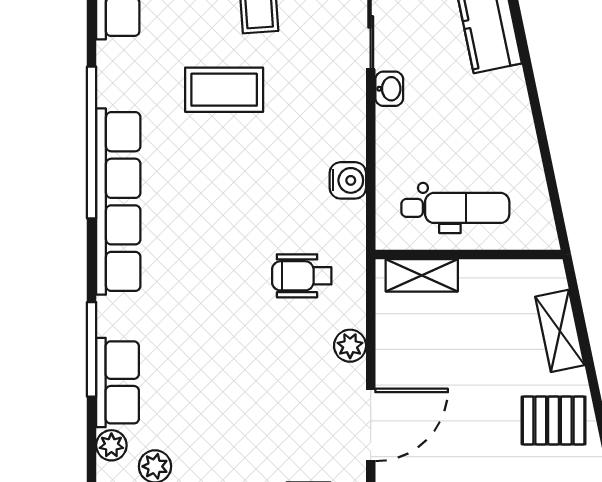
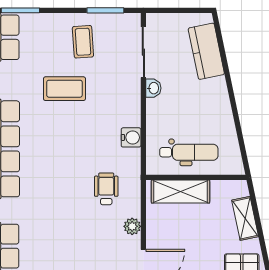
shelving: (422, 275) -> (180, 191), width x1.50, depth x1.33
wheelchair: (302, 276) -> (106, 189), turned 90

